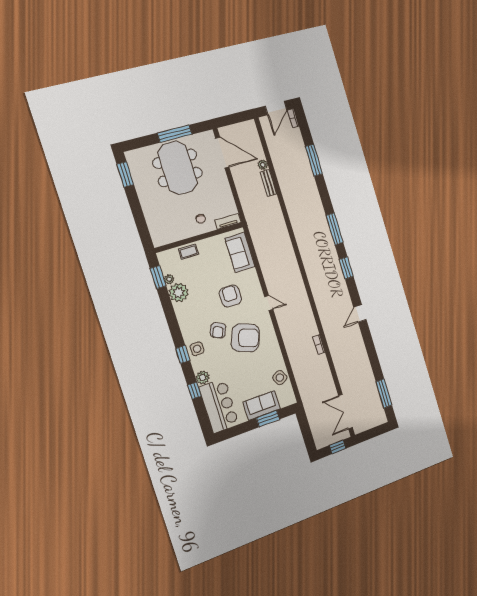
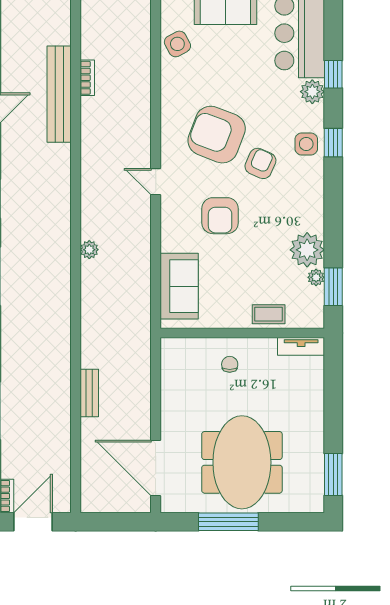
plant: (263, 165) -> (89, 250), moved
tv unit: (228, 221) -> (301, 346), moved
bench: (330, 332) -> (59, 94), added

